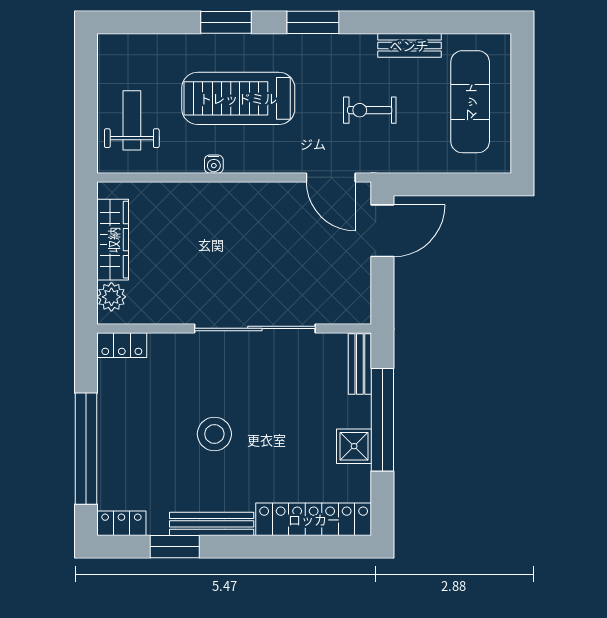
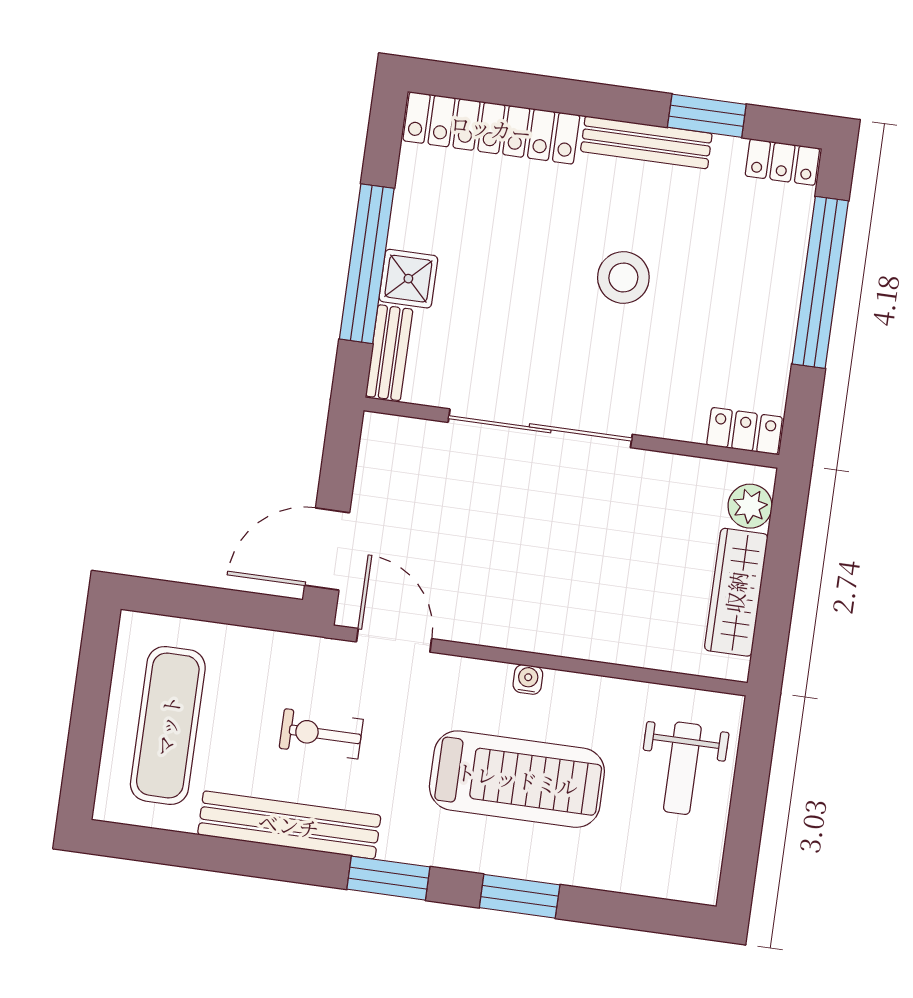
bench: (409, 45) -> (289, 825), width x1.86, depth x1.21
exercise bike: (370, 110) -> (321, 734), turned 180
water cooler: (214, 164) -> (528, 679), moved
shower: (354, 446) -> (408, 279), moved

